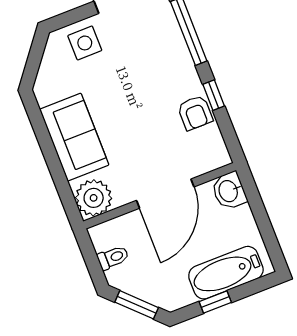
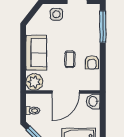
window: (214, 95) -> (103, 58), removed
coffee table: (148, 124) -> (70, 59), added

